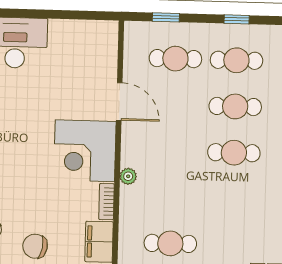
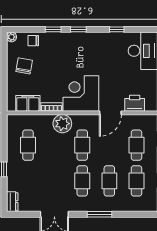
printer: (104, 60) -> (135, 103), added
cafe table: (173, 151) -> (82, 145), added
plant: (128, 176) -> (62, 124), width x1.88, depth x1.88

